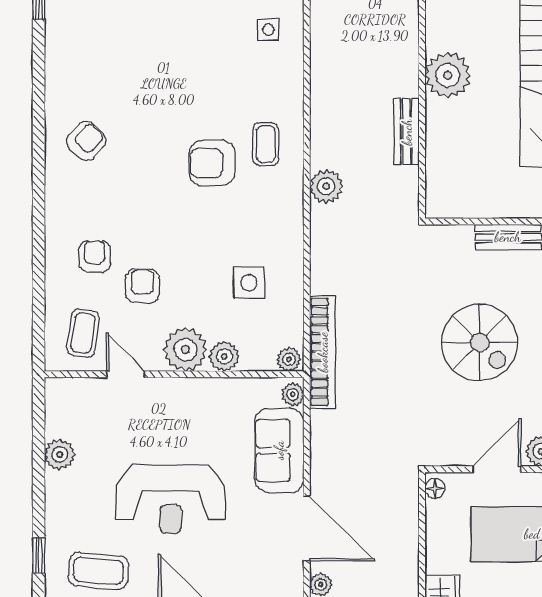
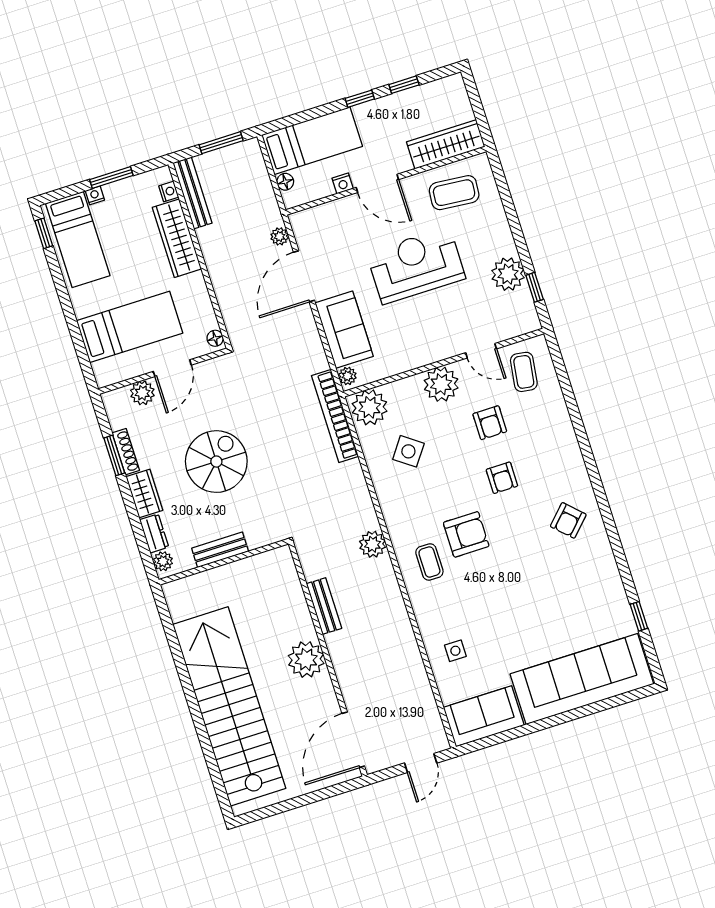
armchair: (95, 256) -> (502, 478), moved
side table: (249, 283) -> (408, 451), turned 36
spiral stairs: (480, 343) -> (216, 462), turned 90
plant: (224, 356) -> (410, 389), removed
plant: (289, 359) -> (370, 407), width x1.88, depth x1.88
plant: (60, 455) -> (508, 274), width x1.36, depth x1.36
door: (307, 528) -> (304, 276), hinge flipped
window: (39, 555) -> (535, 287), moved

